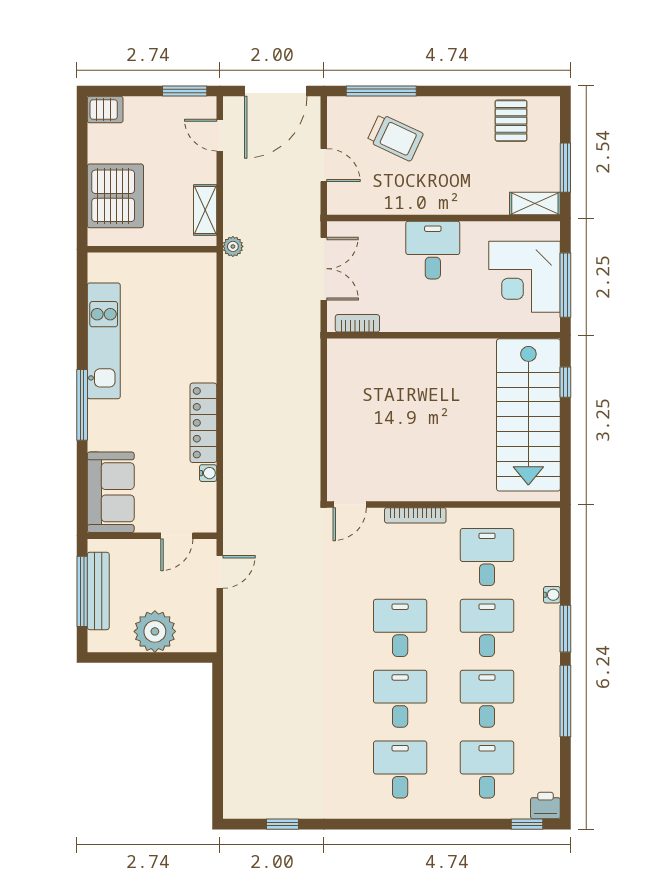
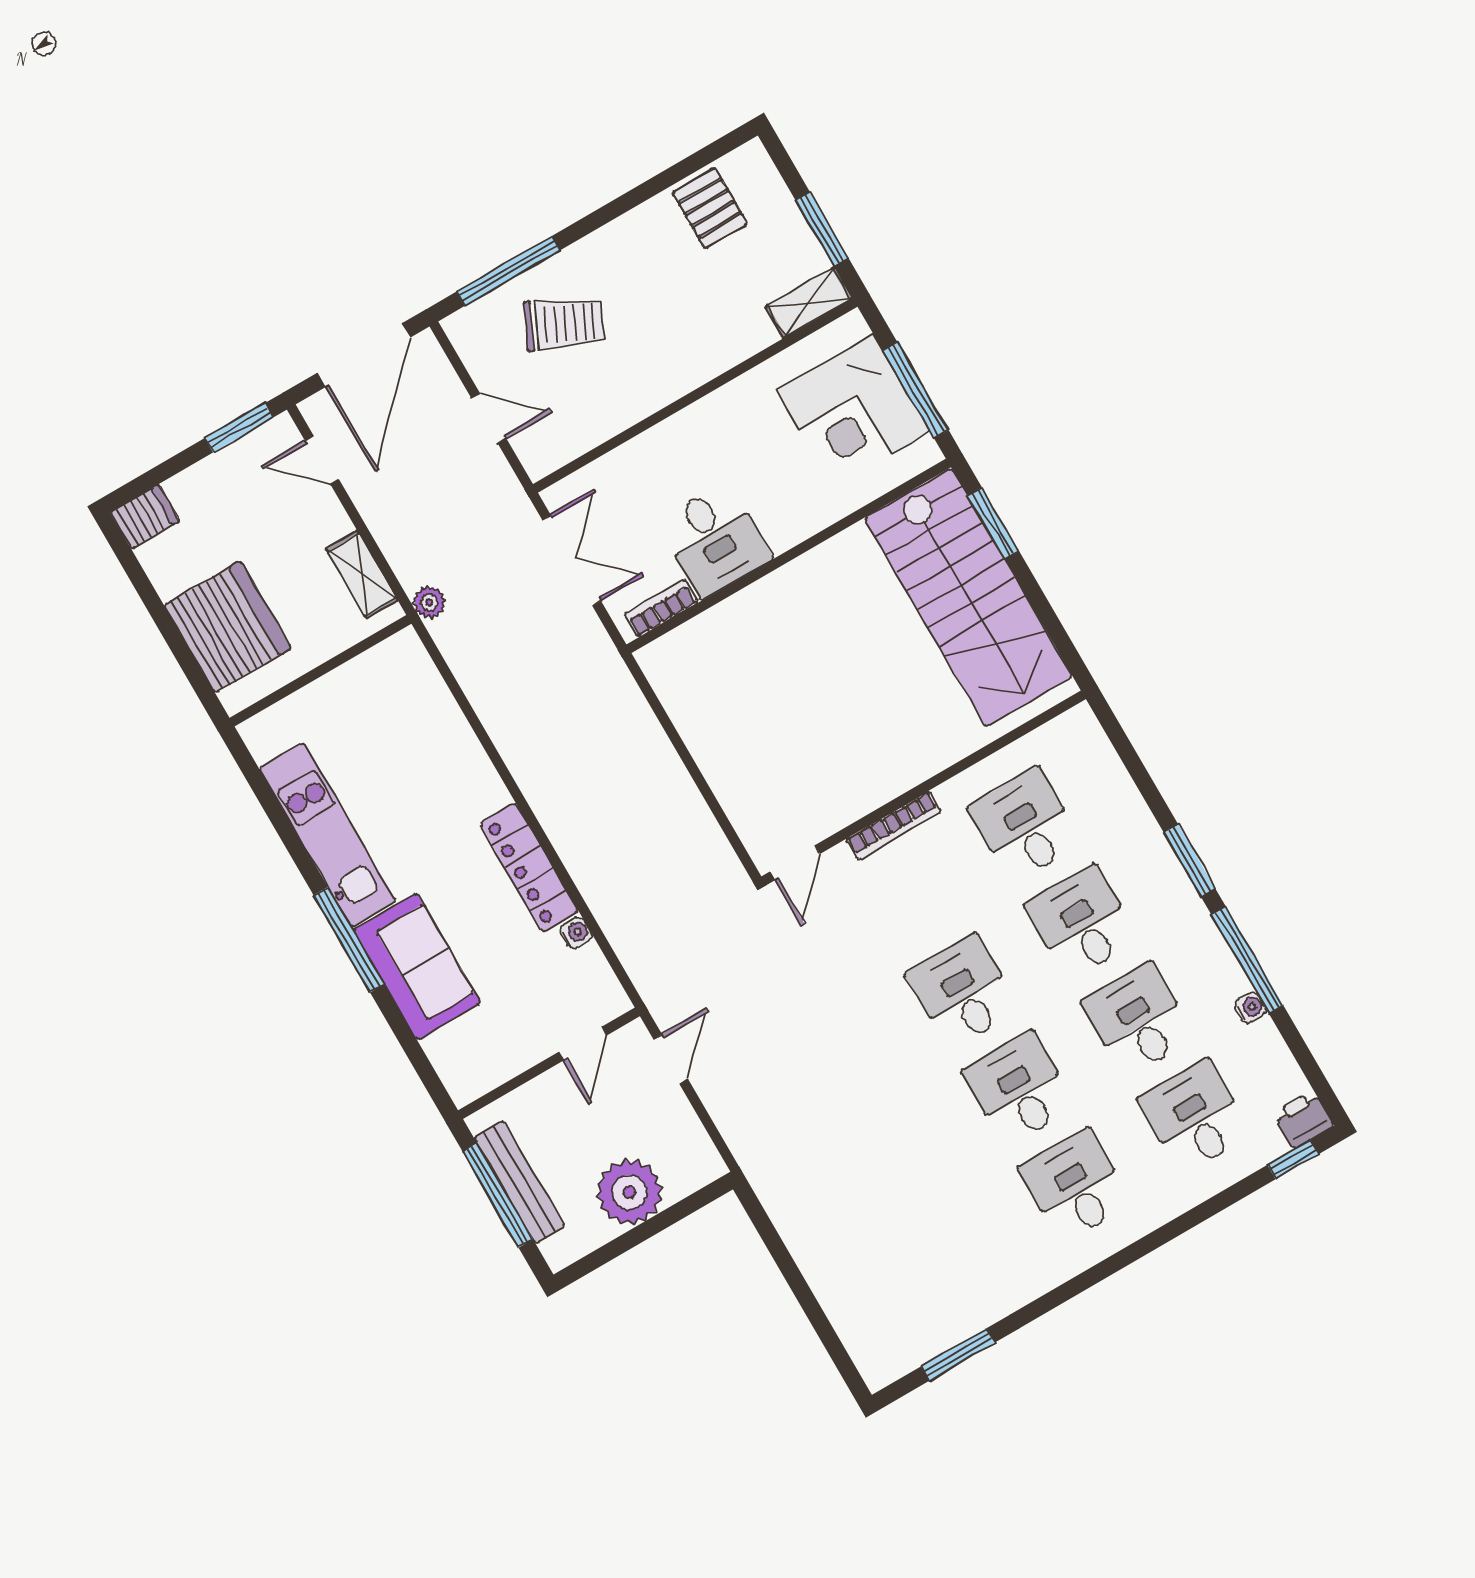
desk: (433, 250) -> (715, 540), moved, turned 180
window: (565, 382) -> (993, 523), width x1.50
sofa: (111, 492) -> (417, 967), moved
water cooler: (552, 595) -> (1250, 1008), moved
window: (282, 824) -> (958, 1355), width x1.50

